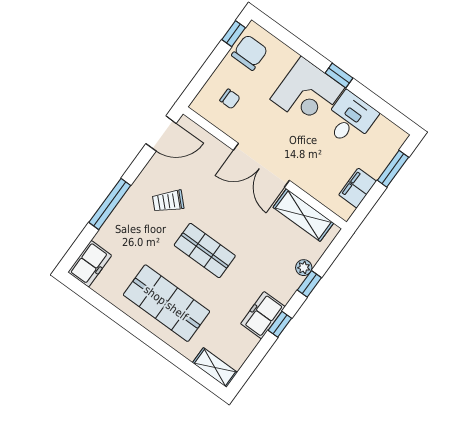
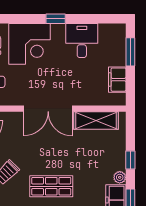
corner desk: (307, 93) -> (29, 44), moved
plant: (304, 268) -> (120, 177), moved

